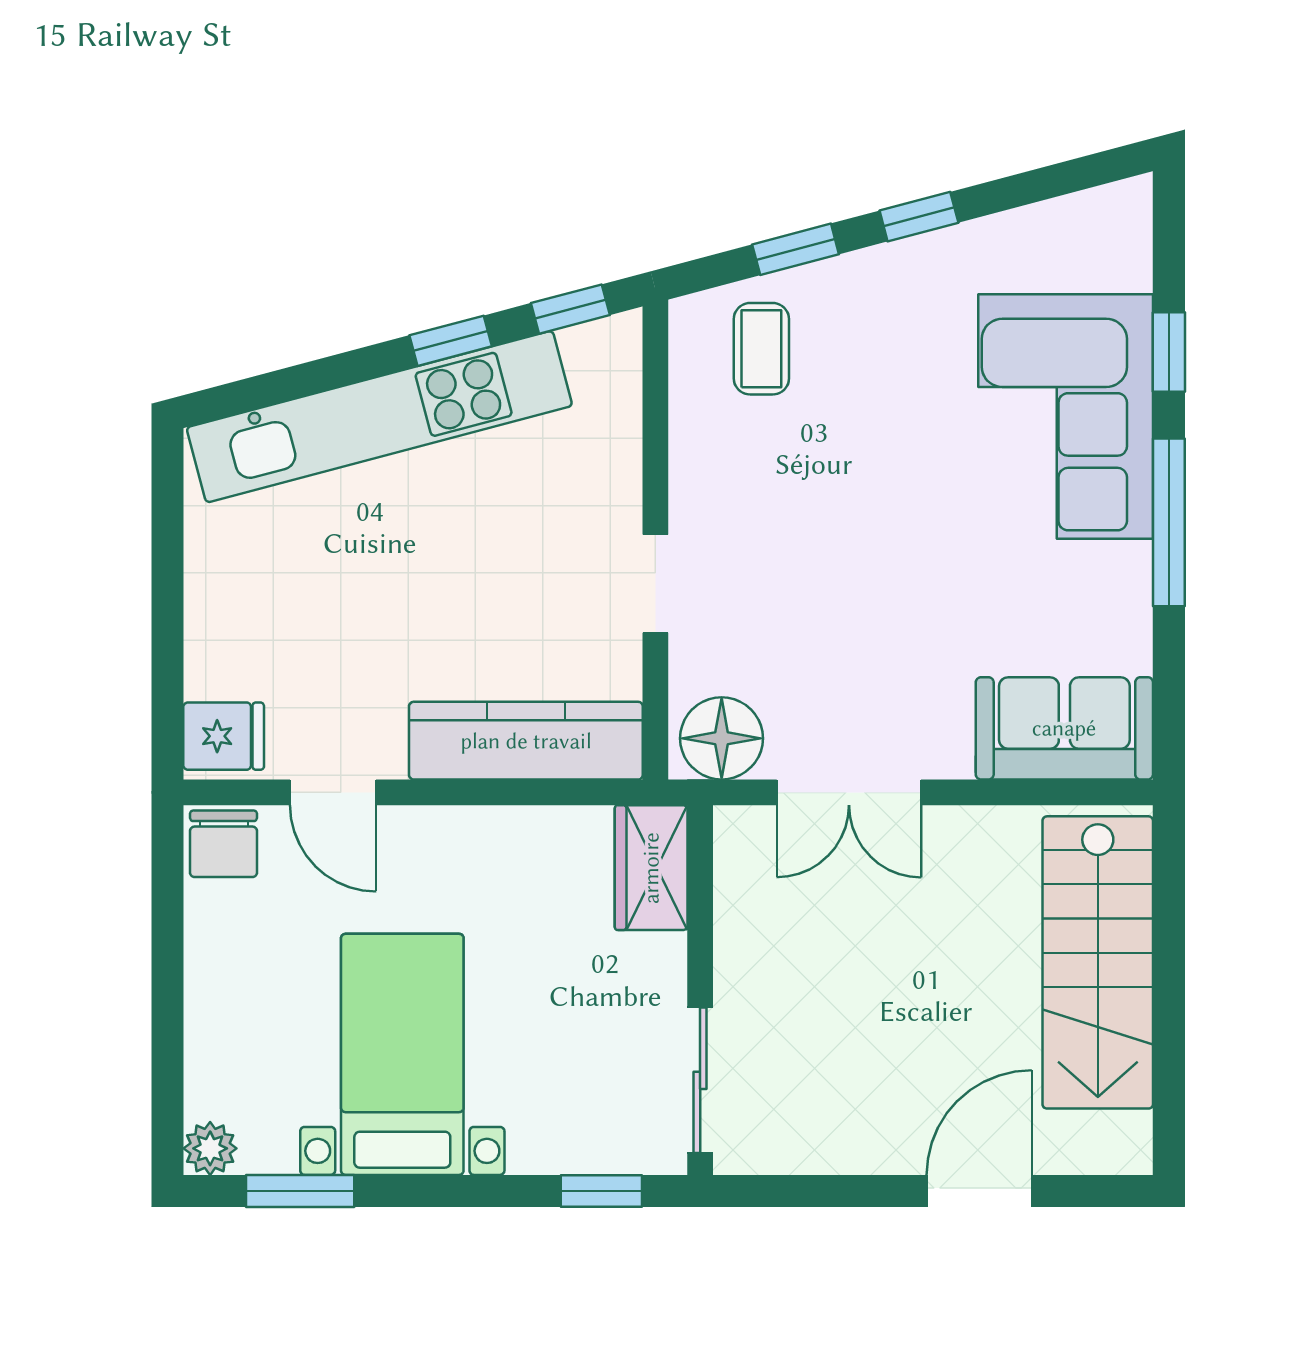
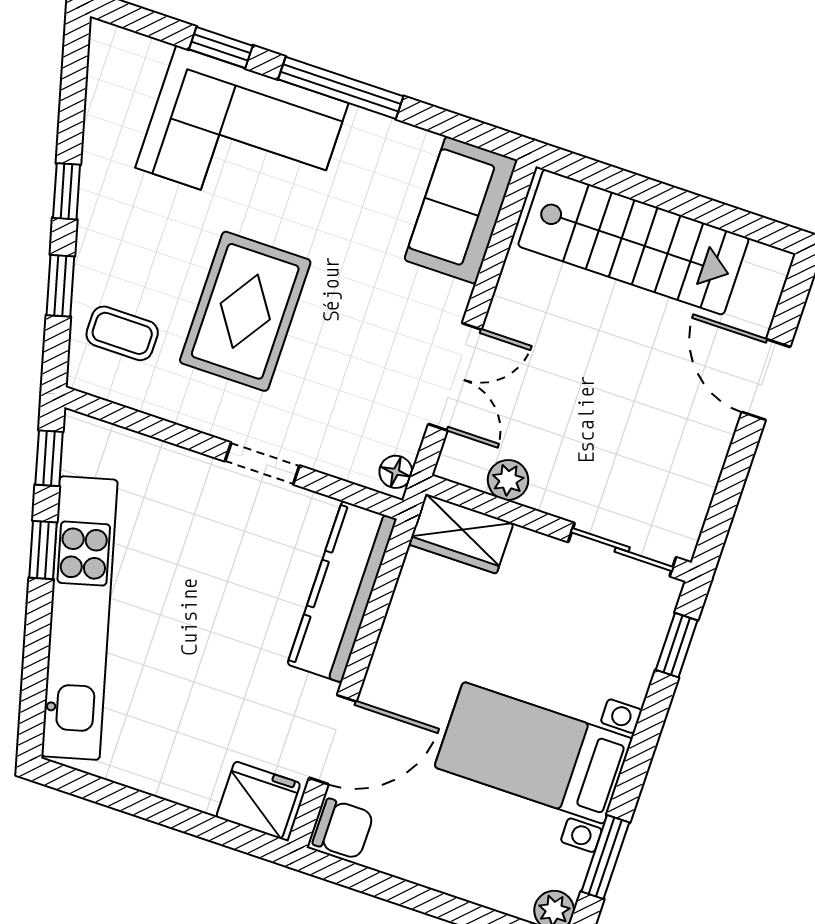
rug: (842, 496) -> (245, 311), added
fridge: (224, 736) -> (258, 800), width x1.38
floor lamp: (722, 738) -> (396, 472), width x0.53, depth x0.53
door: (333, 792) -> (333, 740), width x1.38
plant: (740, 905) -> (508, 480), added

